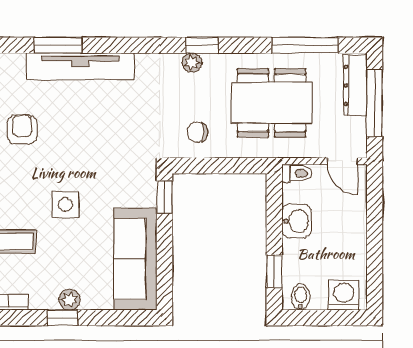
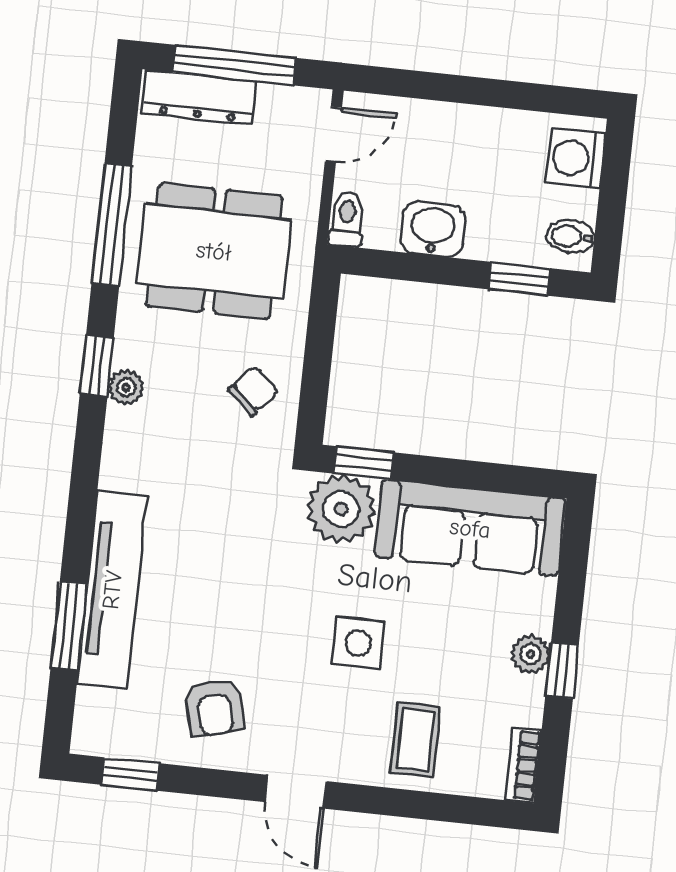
window: (305, 45) -> (112, 224), moved
dining table: (272, 103) -> (214, 251), turned 90
armchair: (22, 130) -> (215, 707), turned -104
chair: (197, 132) -> (253, 391), turned -138
plant: (138, 187) -> (341, 509), added

